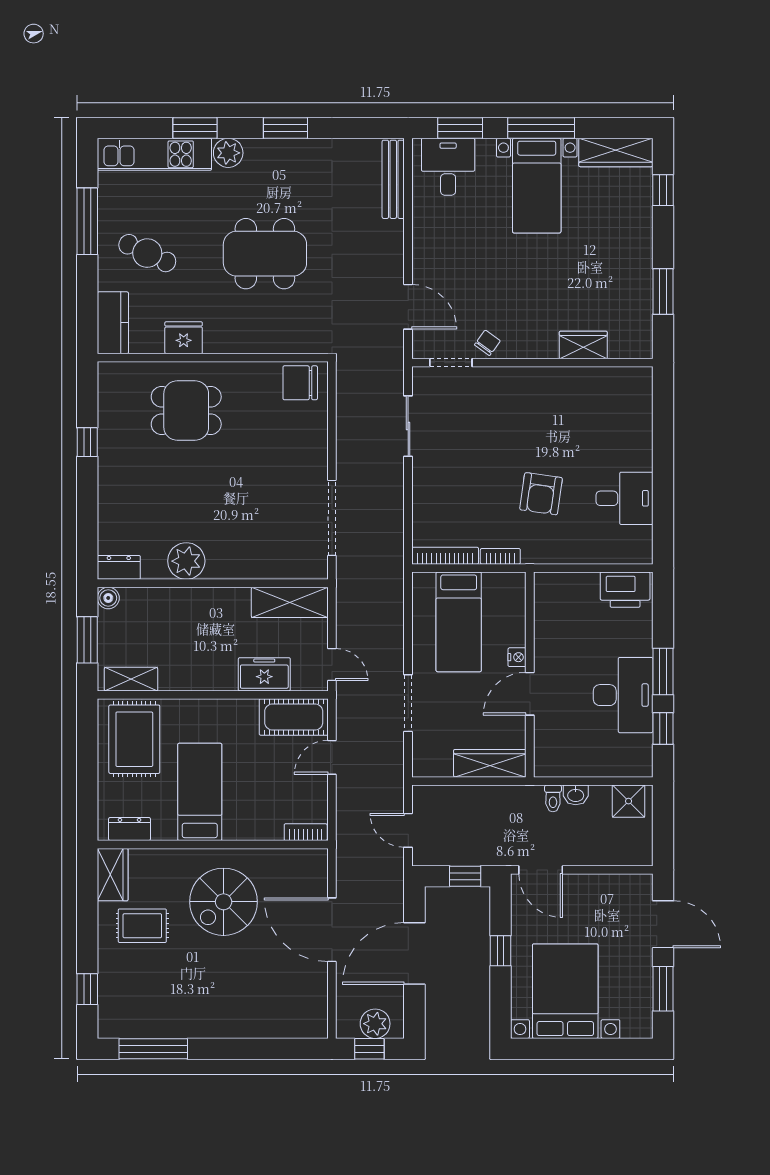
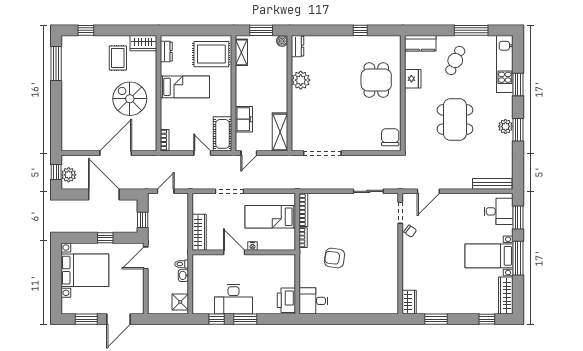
plant: (228, 153) -> (505, 126), moved
wardrobe: (583, 345) -> (409, 302), moved
desk: (624, 498) -> (313, 301), moved, turned 90

